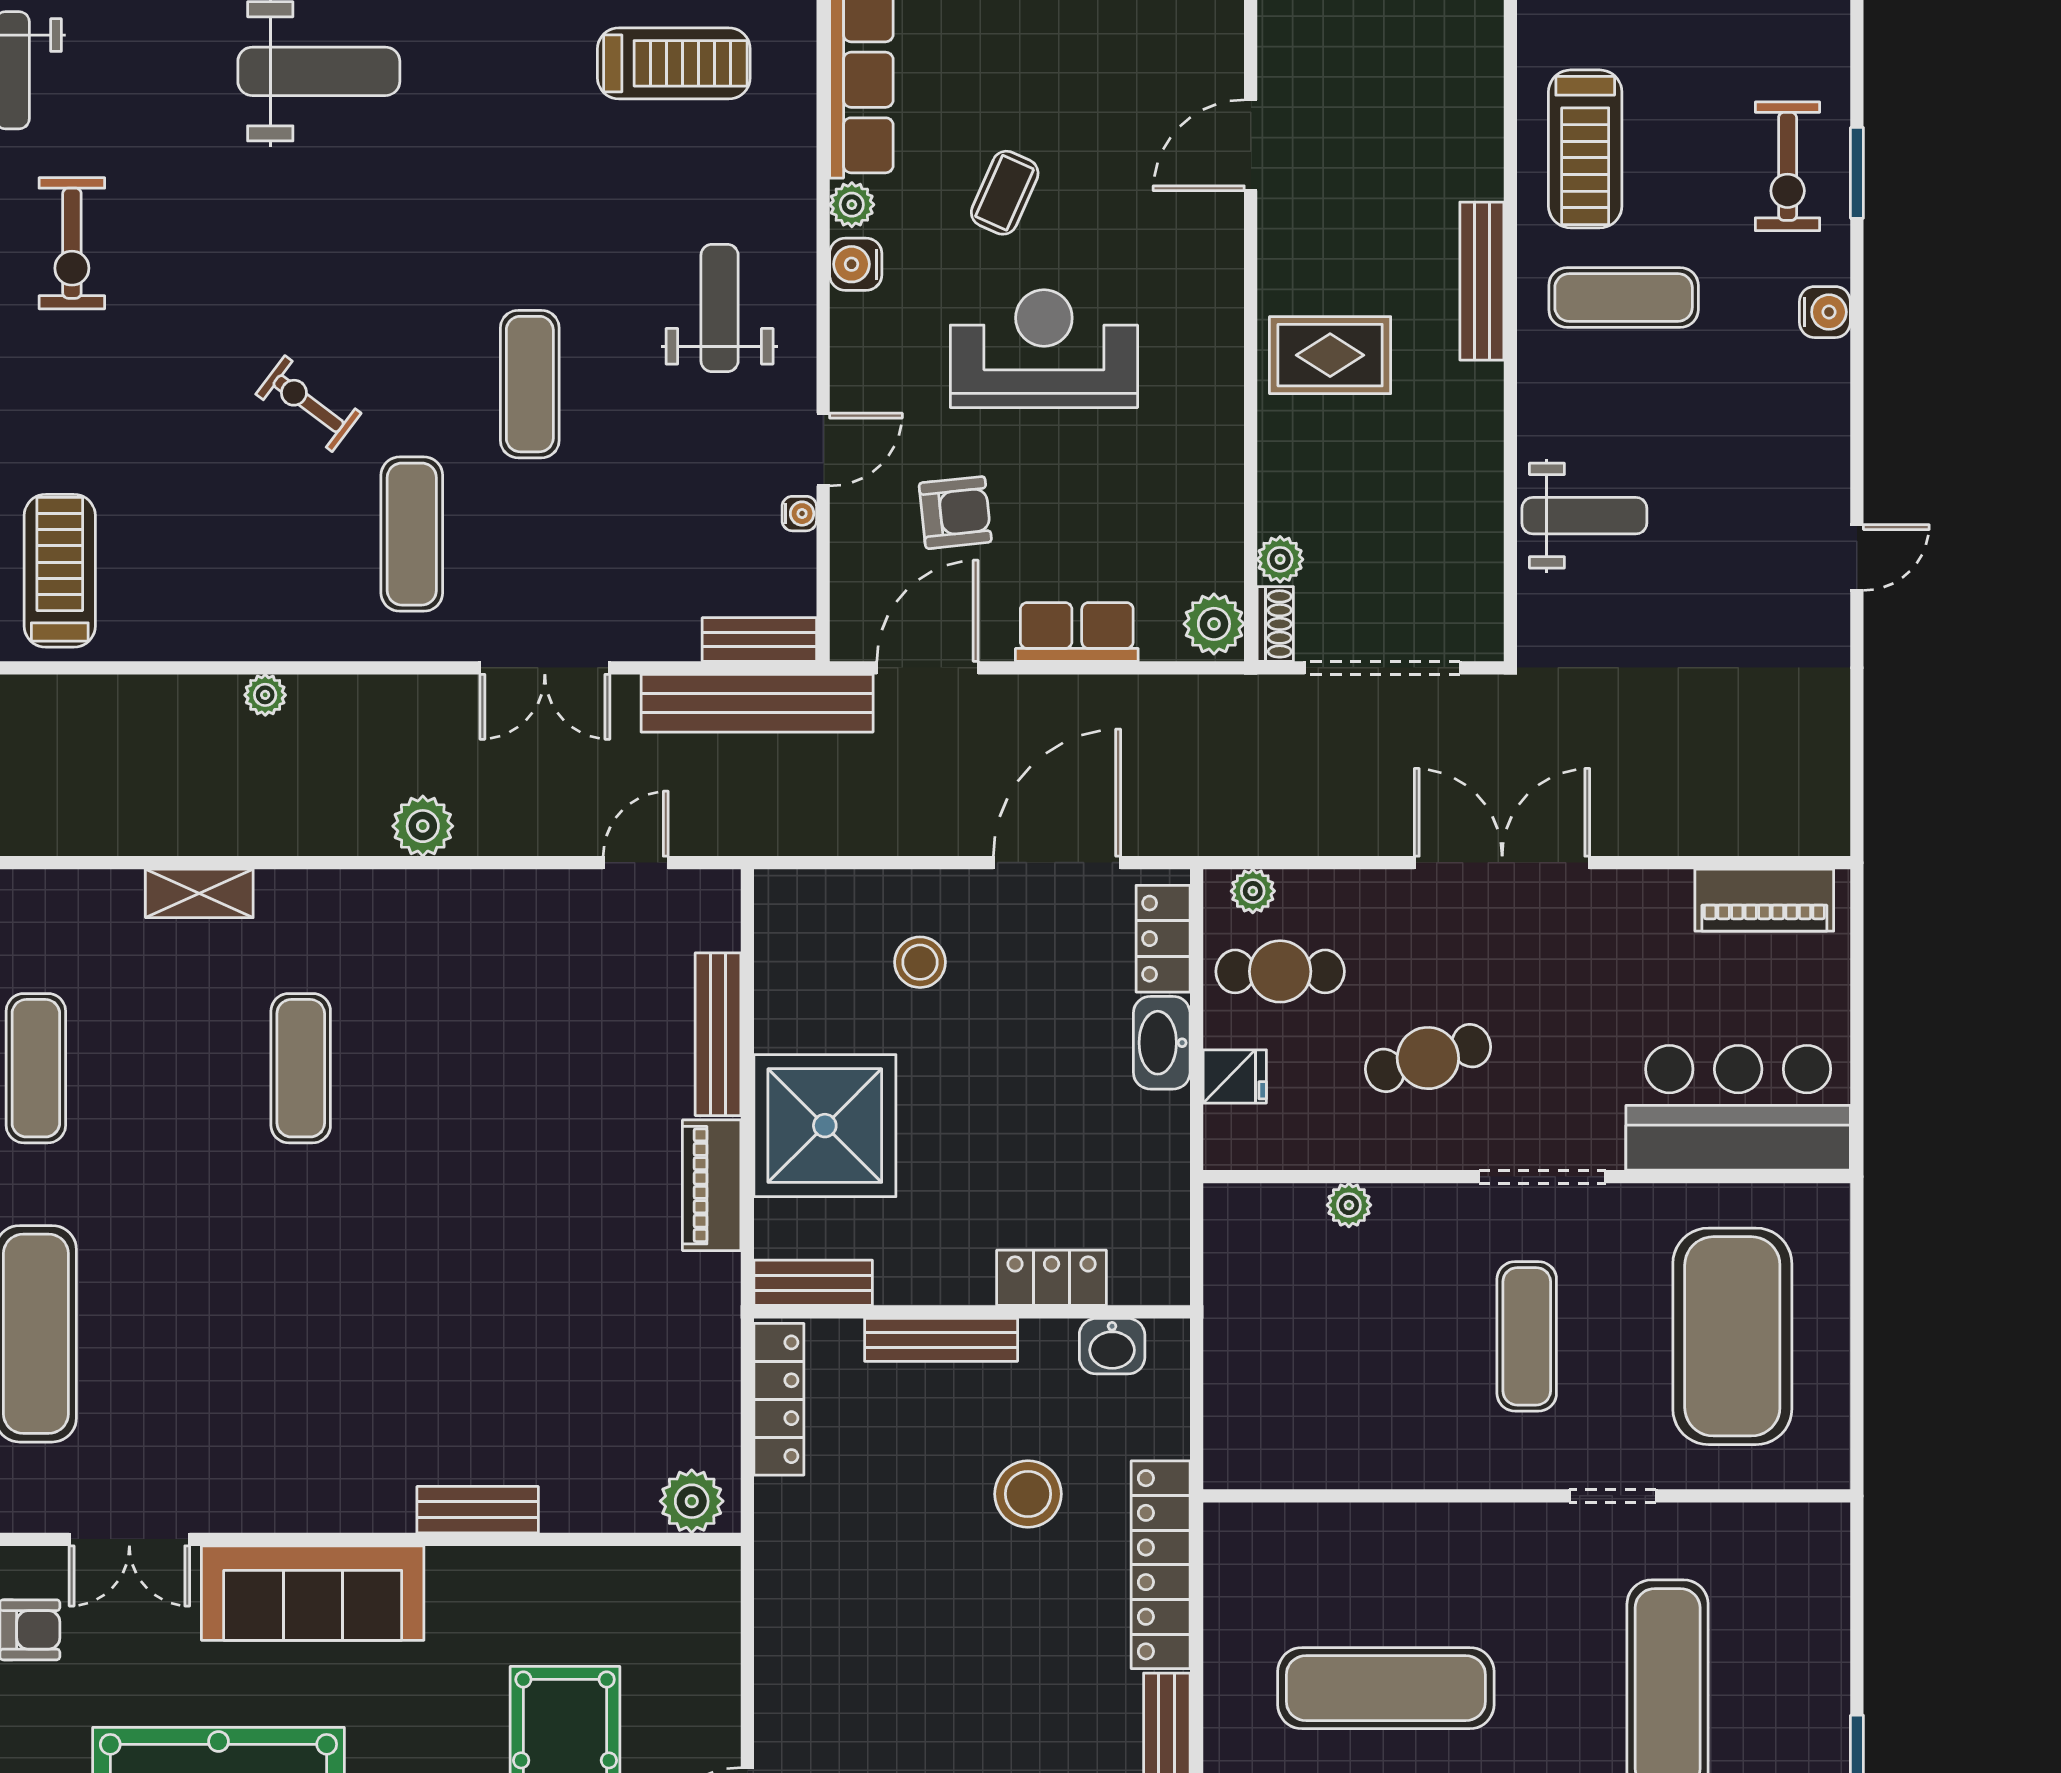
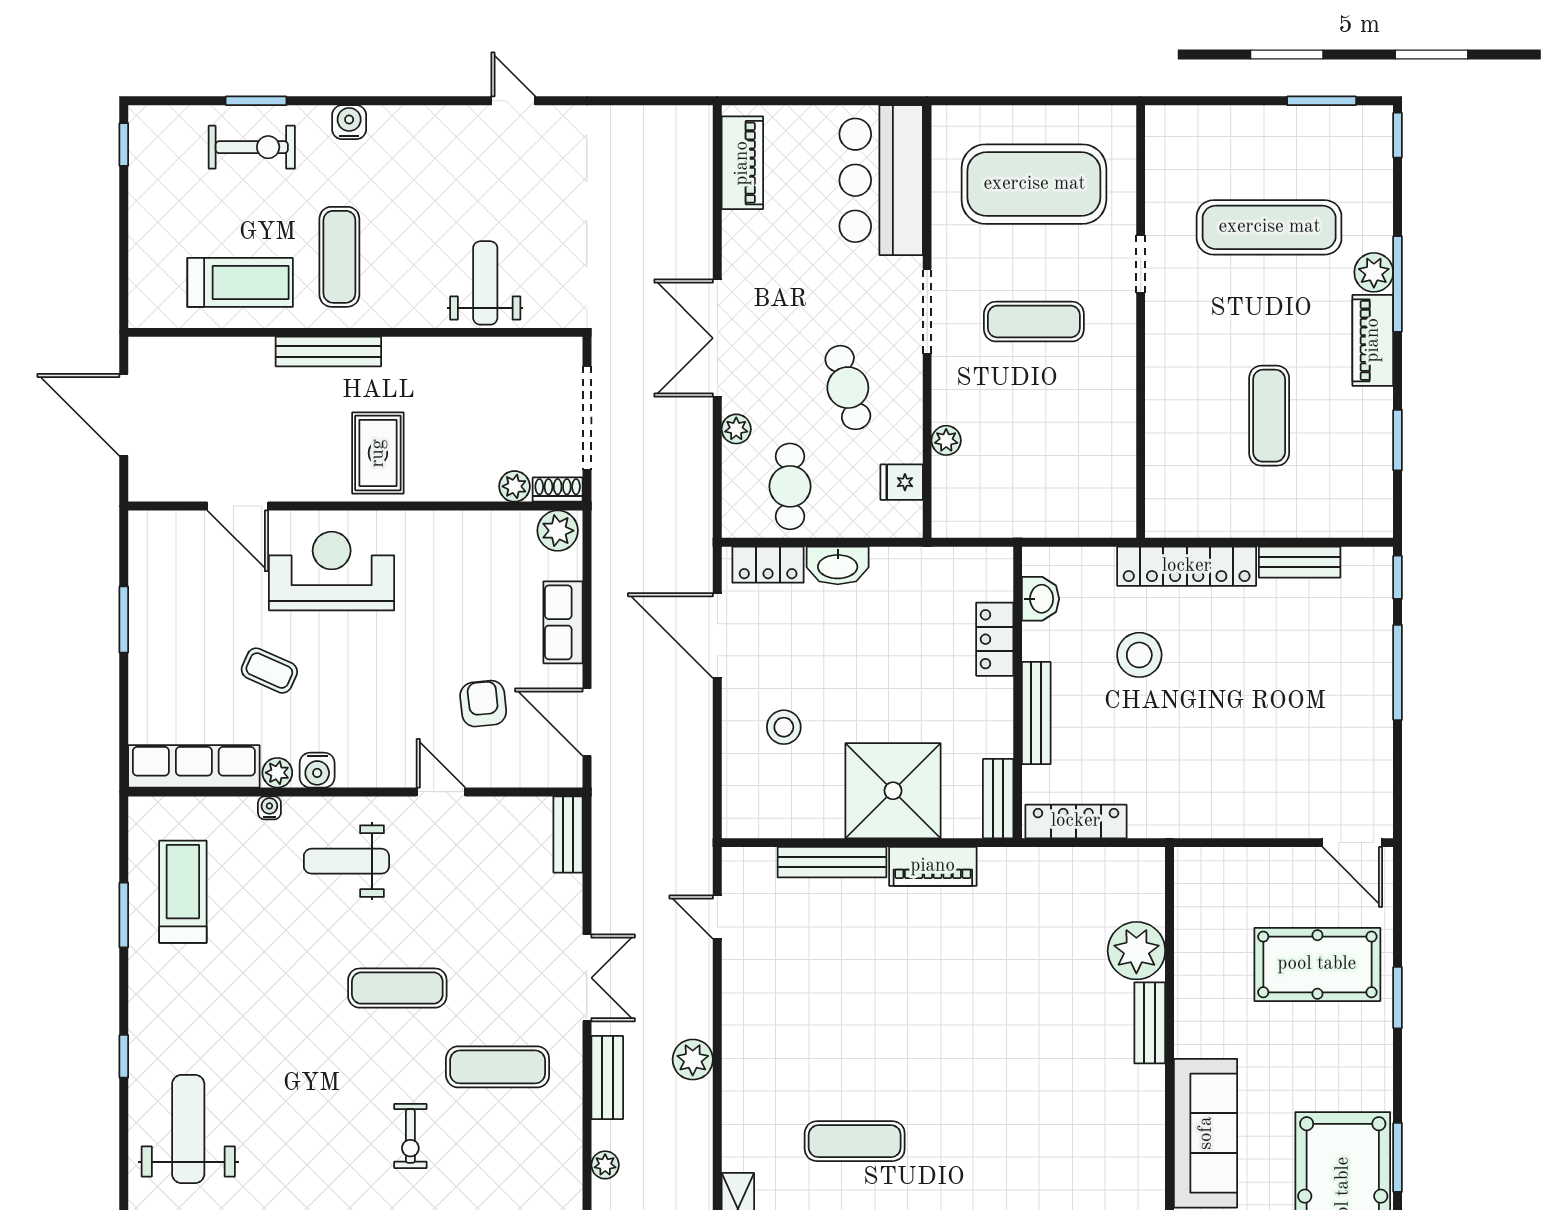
reception desk: (1044, 349) -> (332, 571), moved, turned 90
exercise bike: (308, 404) -> (410, 1136), turned -37
water cooler: (799, 514) -> (269, 808), moved
bench: (757, 703) -> (607, 1078), moved, width x0.54, depth x0.82
plant: (1253, 891) -> (736, 429), moved
fridge: (1235, 1076) -> (902, 482), moved, turned -90
plant: (692, 1501) -> (1136, 951), moved, width x1.36, depth x1.36
exercise mat: (1386, 1688) -> (1269, 416), width x0.73, depth x0.69

